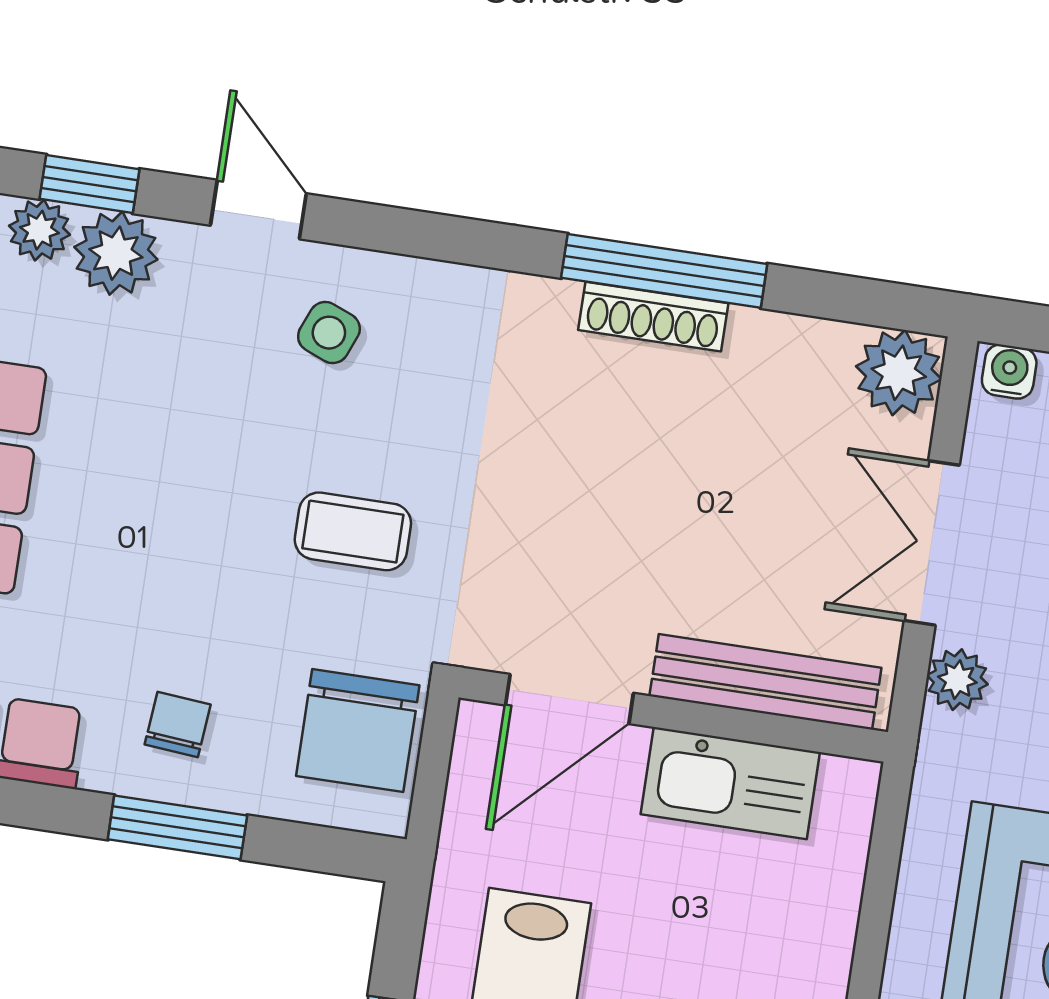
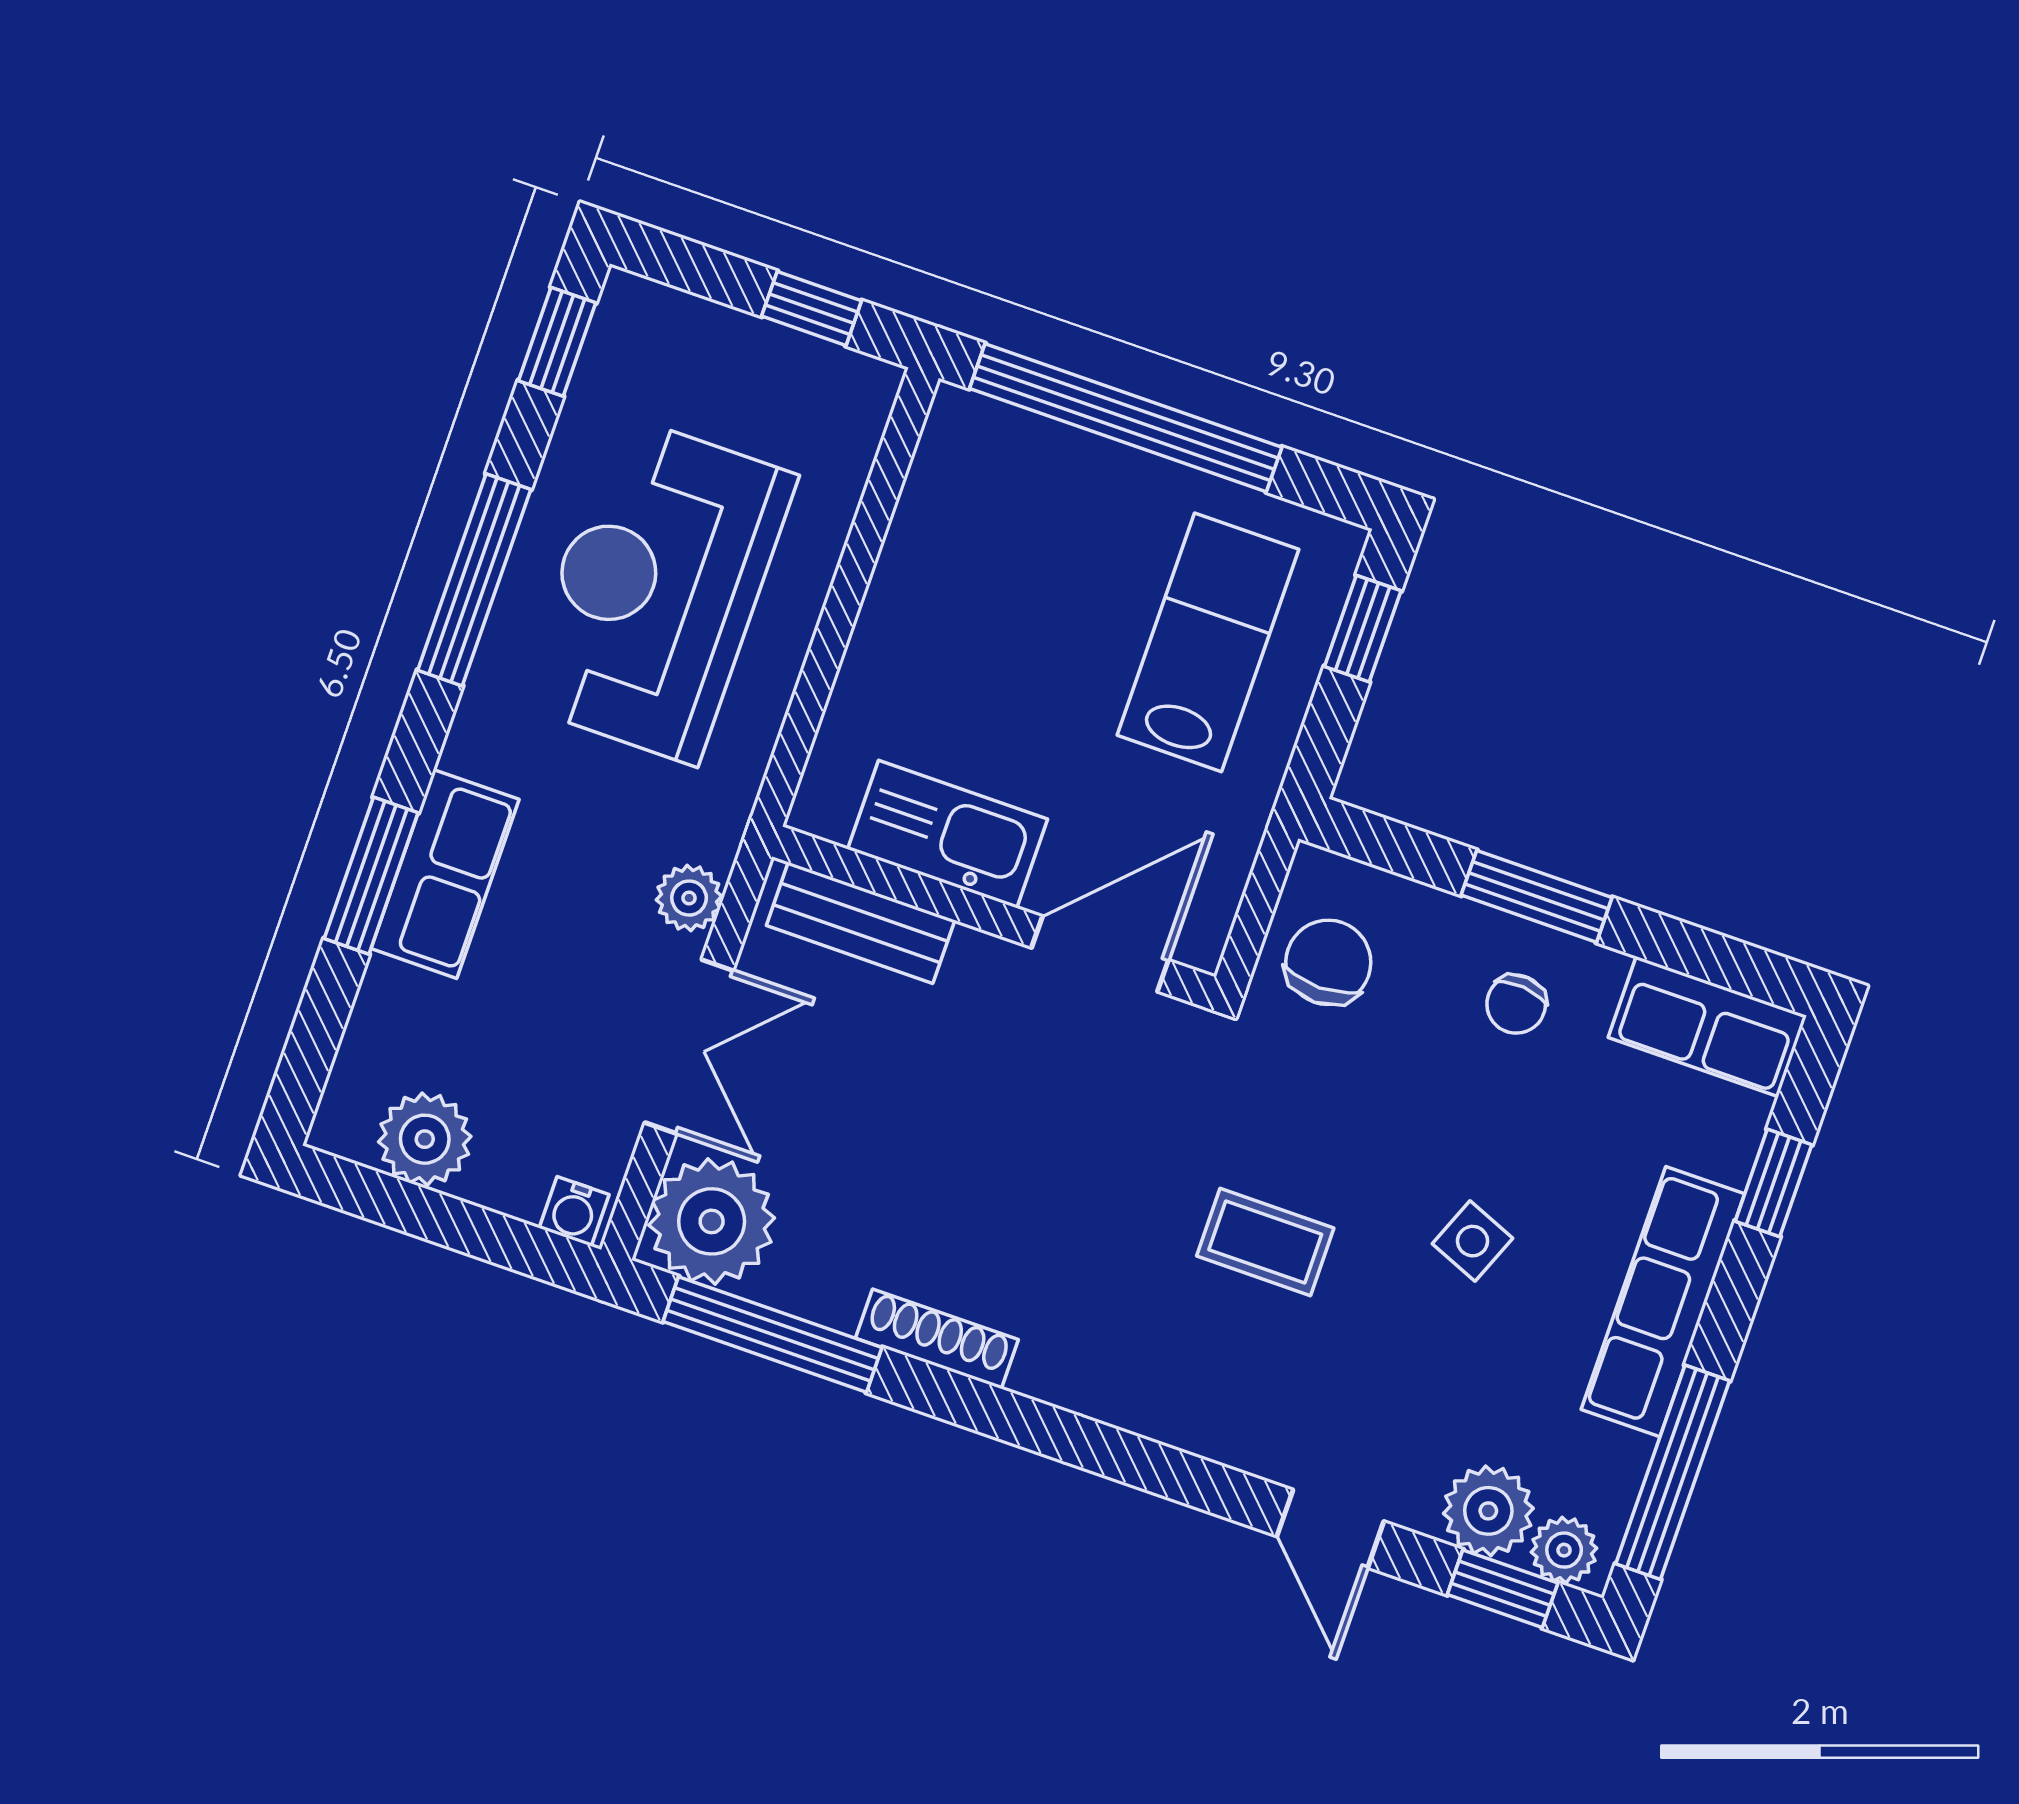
window: (664, 271) -> (773, 1335), moved
side table: (329, 333) -> (1473, 1241), moved
plant: (899, 373) -> (712, 1221), width x1.36, depth x1.36
coffee table: (353, 531) -> (1265, 1242), moved
bench: (765, 682) -> (861, 923), width x0.73
chair: (358, 731) -> (1328, 962), width x0.73, depth x0.73

